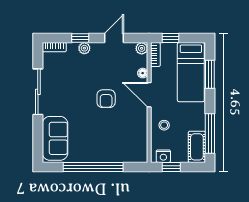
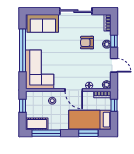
door: (149, 95) -> (74, 90), swing flipped
armchair: (106, 99) -> (87, 43), moved
corner sofa: (120, 143) -> (40, 69), added
nightstand: (163, 156) -> (30, 100), removed

